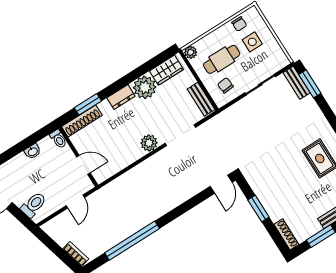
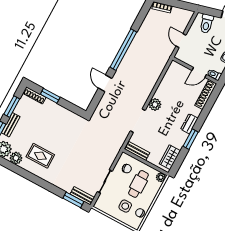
plant: (145, 87) -> (178, 138), removed
window: (88, 104) -> (191, 139), moved
door: (83, 165) -> (199, 72), moved
door: (221, 184) -> (105, 83), moved
window: (258, 208) -> (50, 96), moved
window: (132, 241) -> (123, 50), moved

